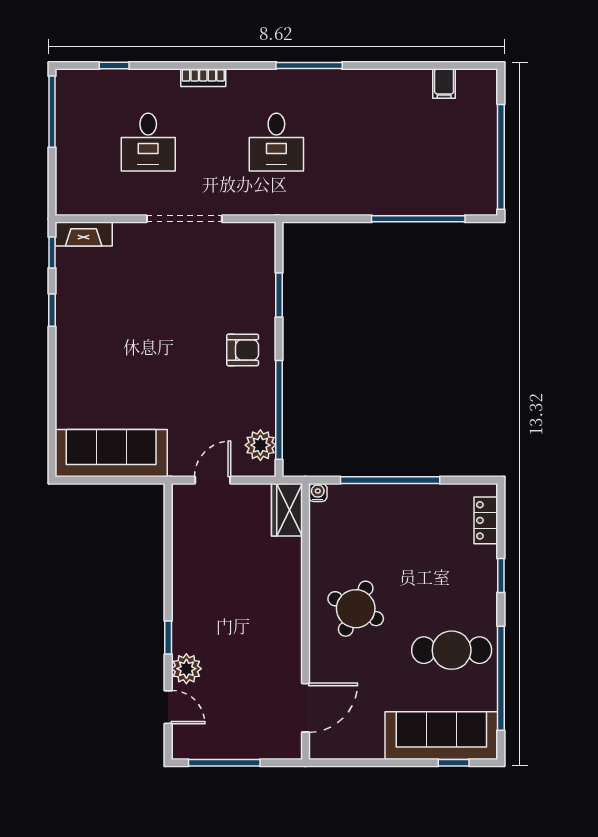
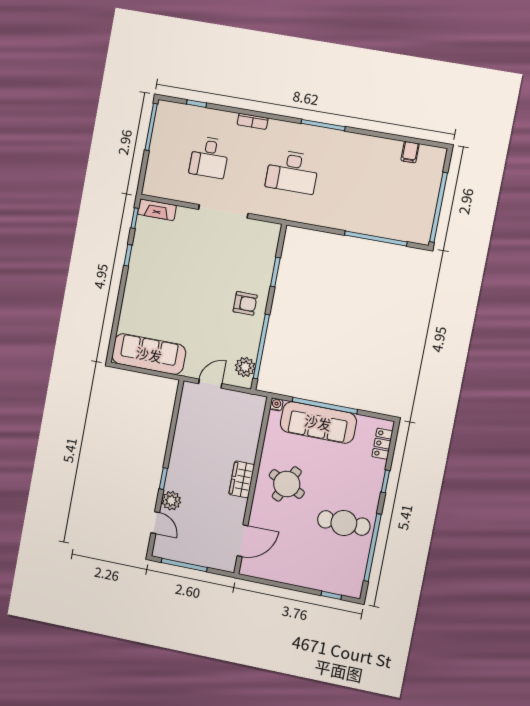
desk: (276, 142) -> (292, 172), width x1.37
wardrobe: (287, 510) -> (242, 479), moved
sofa: (441, 736) -> (318, 422), moved, turned 180

